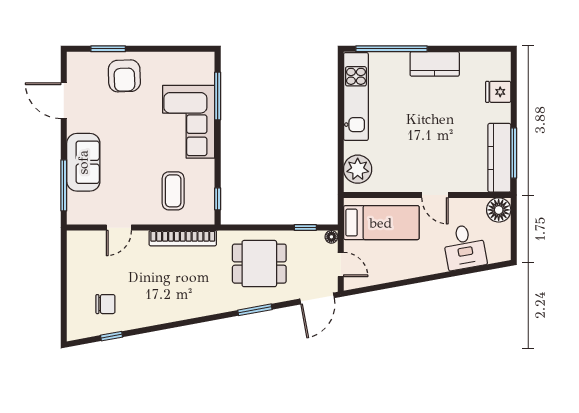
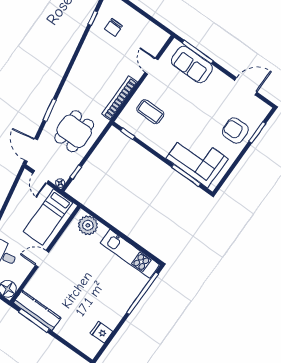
kitchen counter: (435, 64) -> (116, 312), removed
fridge: (498, 92) -> (101, 332), moved, turned -90
corner sofa: (189, 122) -> (197, 159), moved
sofa: (83, 162) -> (192, 65), moved
door: (341, 265) -> (41, 177), hinge flipped

